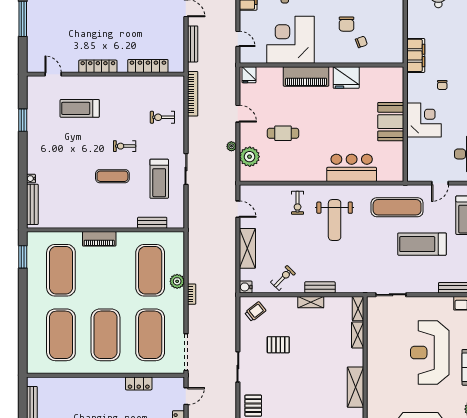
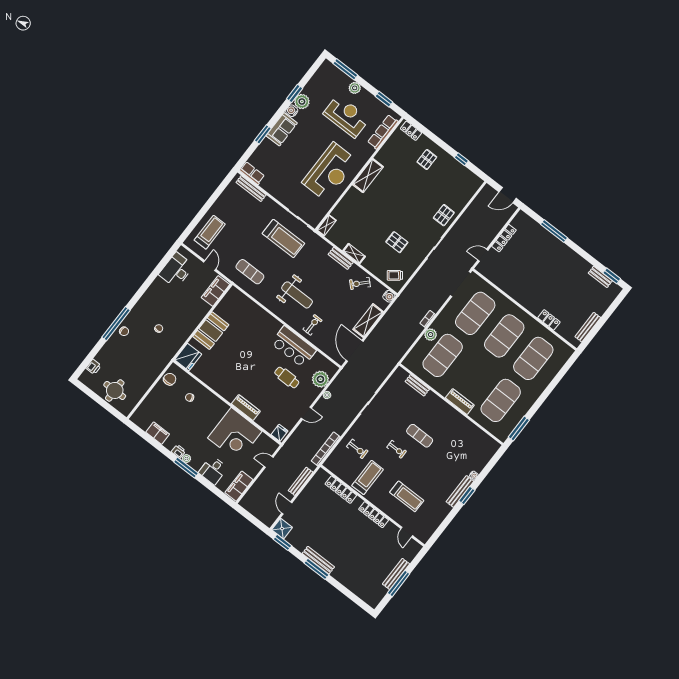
chair: (346, 24) -> (170, 379), moved
bench: (32, 26) -> (396, 574), added
door: (238, 39) -> (268, 462), hinge flipped
filing cabinet: (416, 55) -> (215, 291), moved
piano: (306, 76) -> (246, 408), width x0.73, depth x0.75
fridge: (346, 78) -> (188, 357), moved, turned 90
door: (238, 114) -> (306, 413), swing flipped
window: (23, 120) -> (467, 495), moved
corner desk: (424, 120) -> (188, 315), removed
bar counter: (352, 168) -> (294, 347), moved
treadmill: (159, 179) -> (368, 477), moved
door: (440, 183) -> (210, 266), hinge flipped
bench: (32, 204) -> (460, 491), moved
exercise mat: (397, 207) -> (250, 272), width x0.73, depth x0.69
door: (238, 209) -> (355, 351), width x1.88
weight bench: (335, 220) -> (297, 295), turned 90
treadmill: (422, 244) -> (283, 239), moved
window: (23, 257) -> (519, 429), width x1.44
shelving: (358, 335) -> (340, 208), removed
reception desk: (430, 353) -> (330, 172), moved
locker: (139, 383) -> (549, 320), moved

